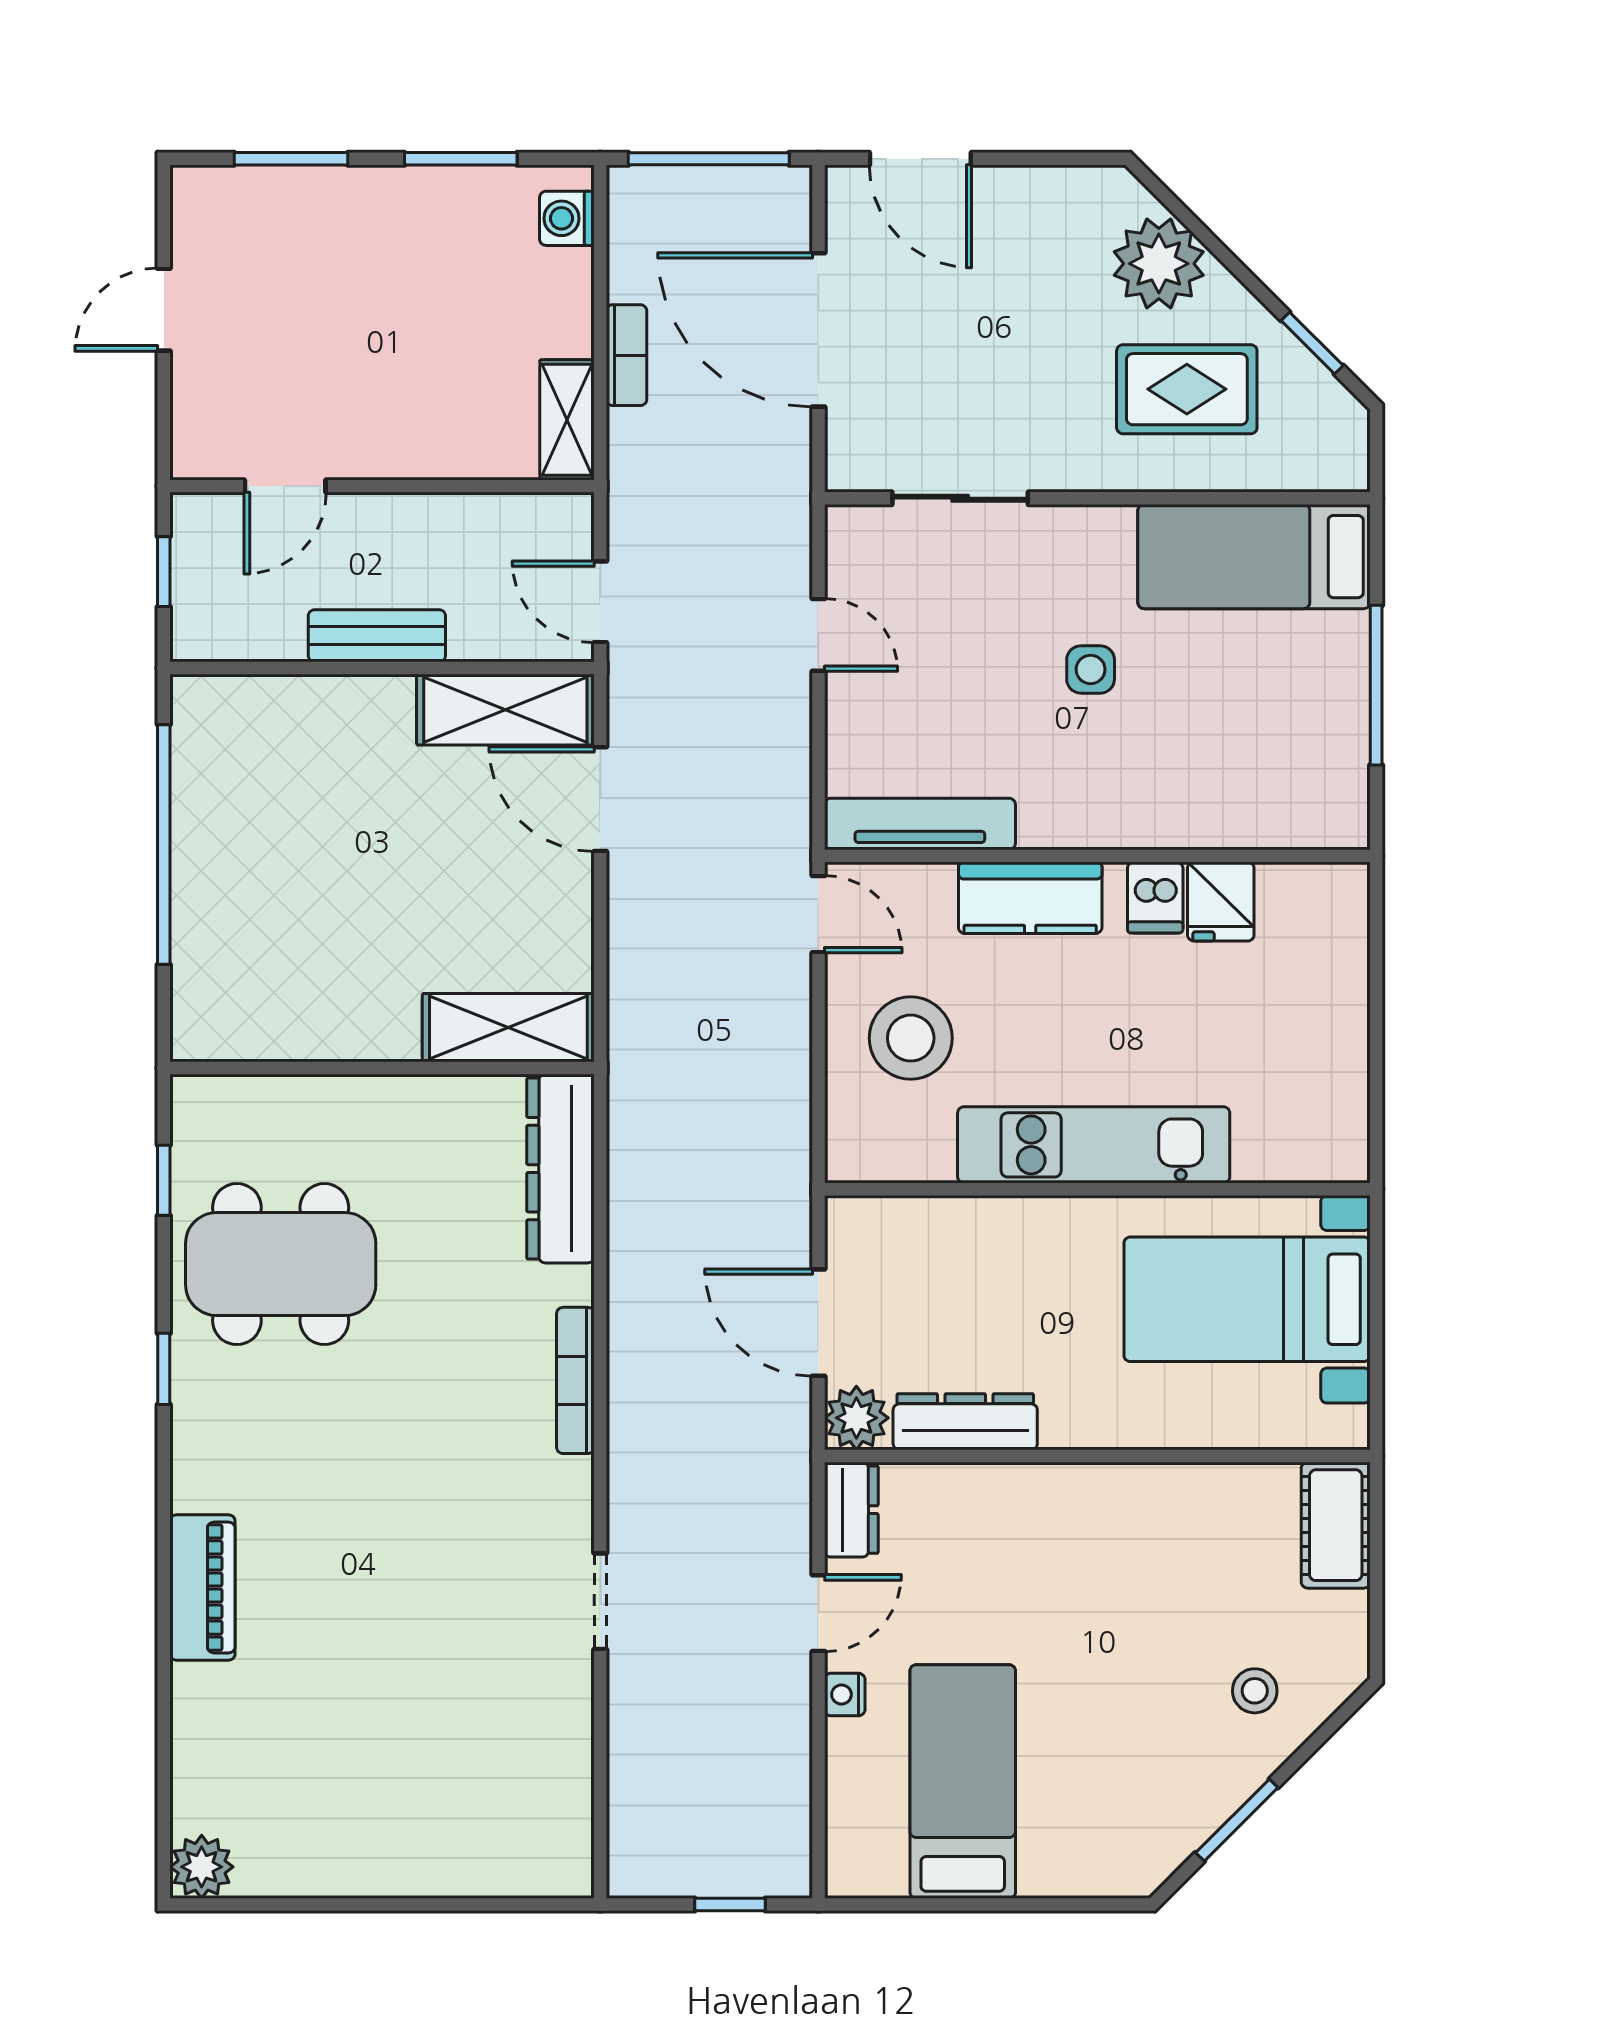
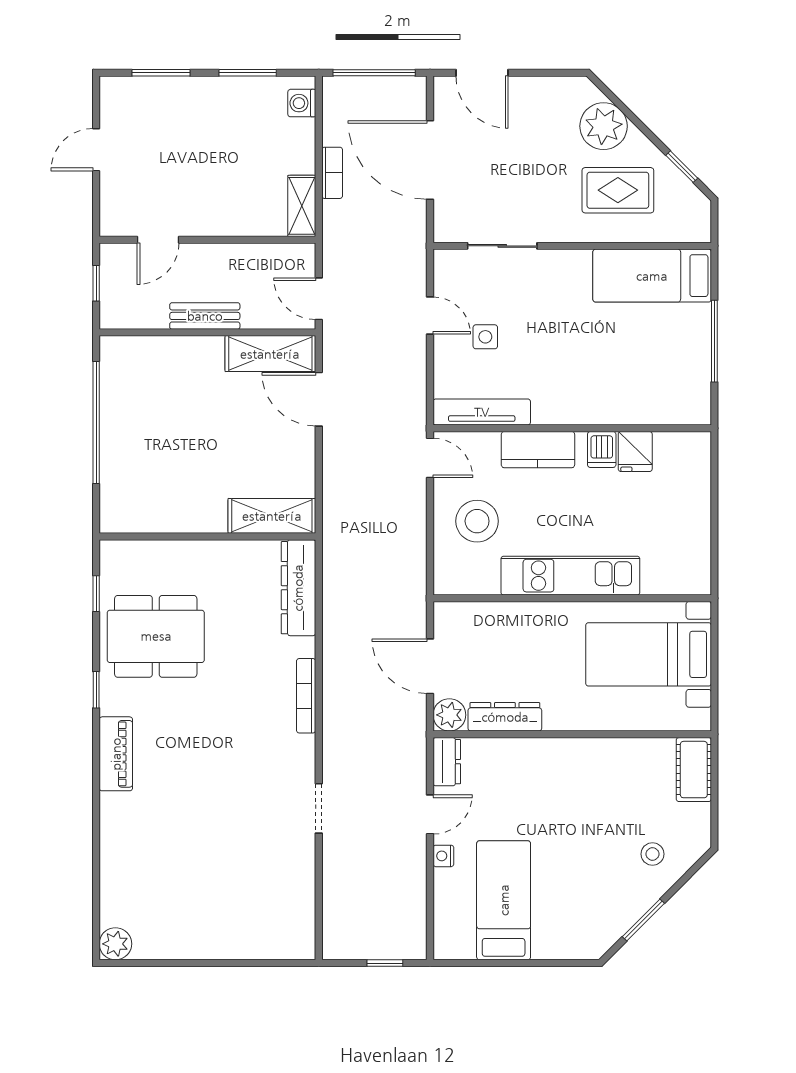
side table: (1091, 669) -> (485, 337), moved
piano: (202, 1588) -> (116, 754), moved

